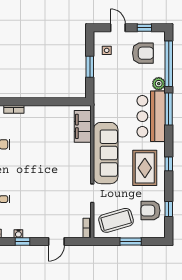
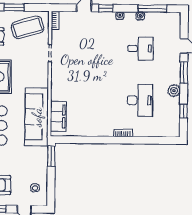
window: (90, 67) -> (51, 156), moved
sofa: (106, 153) -> (37, 117), moved
window: (22, 242) -> (106, 8), moved

